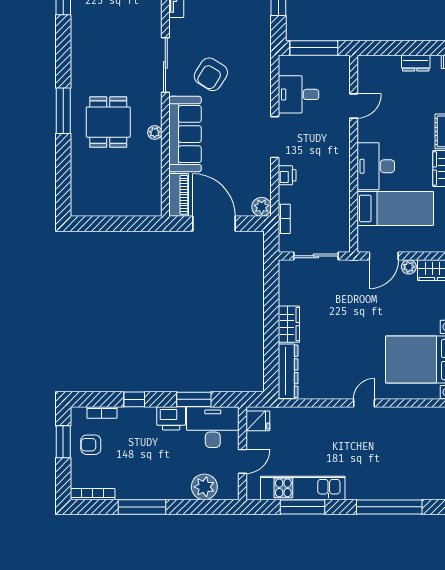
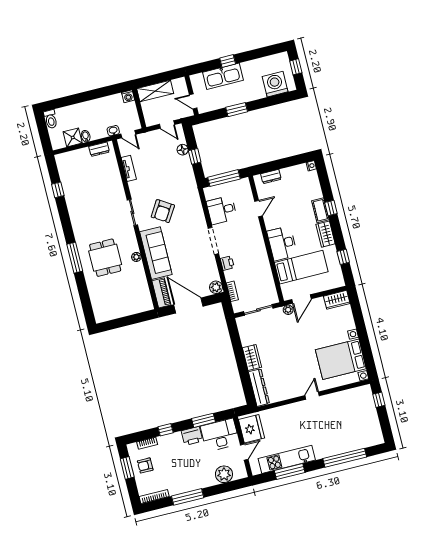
dresser: (416, 63) -> (271, 177), moved
sliding door: (165, 65) -> (132, 212), width x0.73
plant: (409, 267) -> (288, 310), moved
fridge: (258, 421) -> (252, 429), width x1.88, depth x1.34

